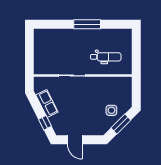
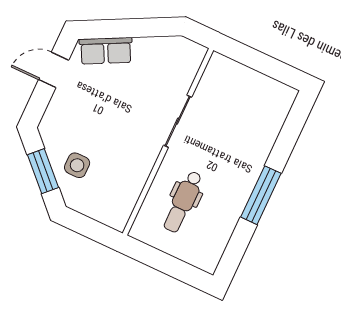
row of seats: (47, 104) -> (106, 51), moved
window: (45, 123) -> (112, 29), removed

